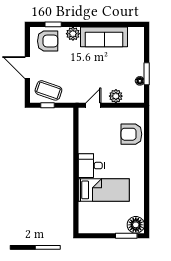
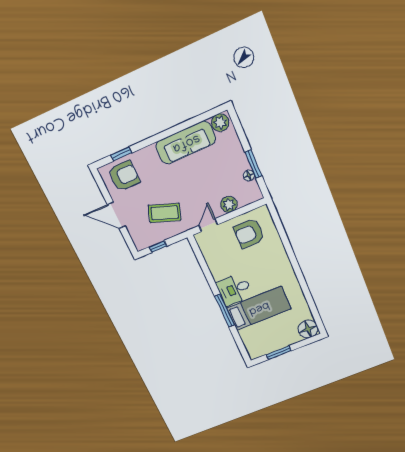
plant: (73, 34) -> (220, 123), moved
coffee table: (48, 90) -> (165, 213), moved
armchair: (131, 134) -> (249, 233), moved
window: (76, 180) -> (225, 311), added
window: (126, 236) -> (279, 353), moved

